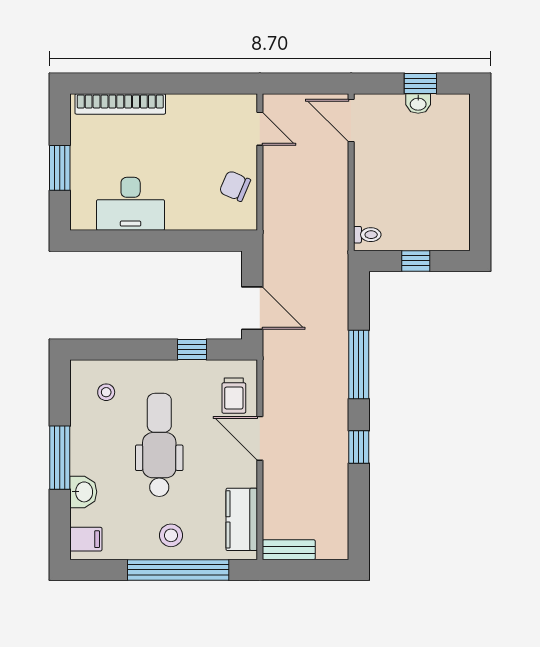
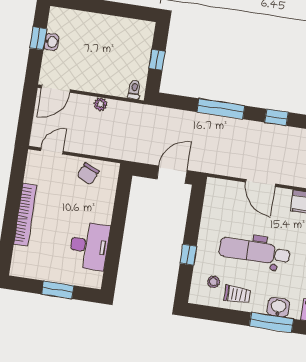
bookcase: (120, 104) -> (25, 215), moved
plant: (339, 189) -> (101, 104), added
window: (192, 350) -> (188, 255), moved
trolley: (234, 396) -> (237, 294), moved
door: (260, 438) -> (260, 183), hinge flipped
window: (60, 458) -> (271, 323), moved

